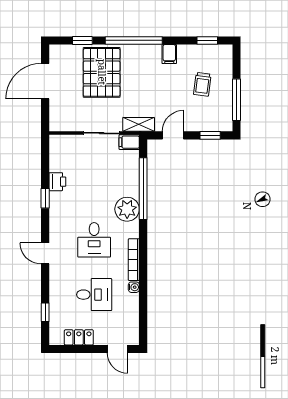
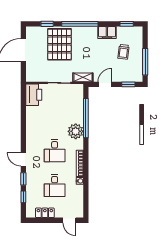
filing cabinet: (169, 54) -> (107, 33), width x2.00
filing cabinet: (129, 142) -> (77, 89), removed
printer: (57, 182) -> (34, 95), moved, width x1.87, depth x1.48
window: (45, 198) -> (23, 179), moved
desk: (94, 295) -> (55, 186), turned 90

